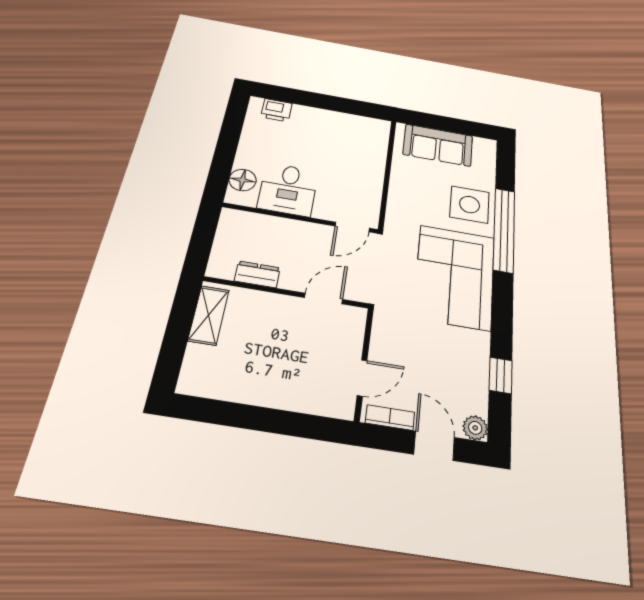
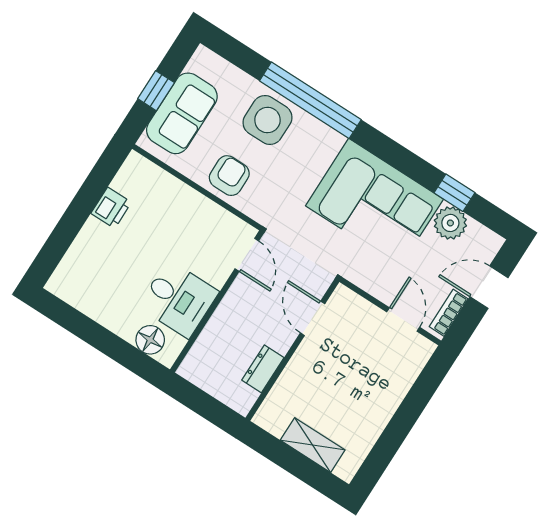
printer: (277, 110) -> (111, 208), moved
window: (444, 124) -> (156, 91), added
armchair: (410, 192) -> (229, 176), added
corner sofa: (455, 277) -> (374, 202), moved
shelving: (209, 315) -> (313, 445), moved
plant: (475, 428) -> (450, 223), moved, width x1.38, depth x1.38

